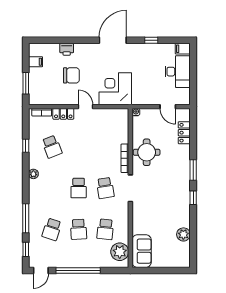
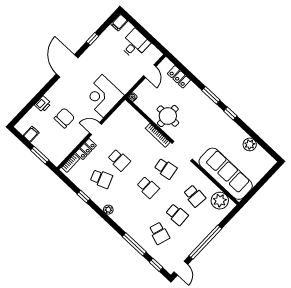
desk: (178, 72) -> (135, 44), width x0.73
door: (168, 107) -> (150, 71), hinge flipped
school desk: (79, 147) -> (119, 160), added
sofa: (142, 251) -> (226, 174), width x1.85, depth x1.27

